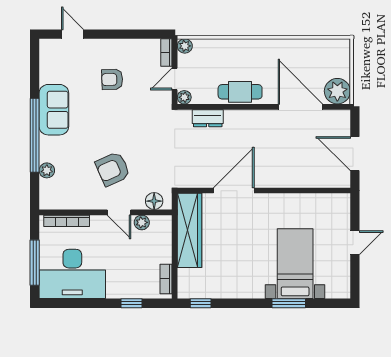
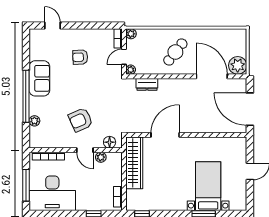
cafe table: (240, 92) -> (175, 52), moved, turned -52
door: (355, 154) -> (250, 109), width x1.36

